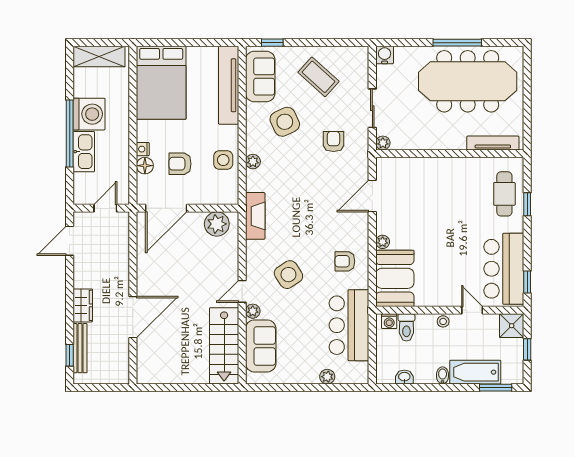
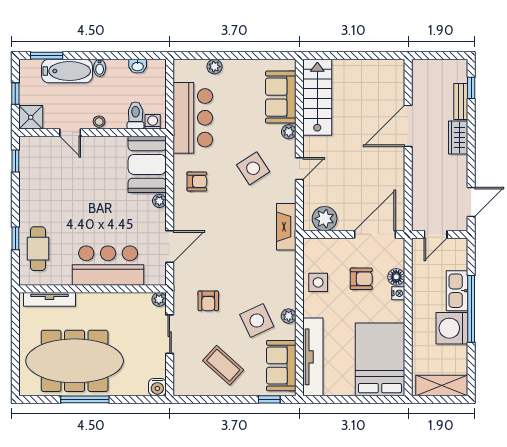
plant: (253, 162) -> (289, 316), moved
bar counter: (504, 269) -> (108, 266), moved, turned -90
door: (242, 291) -> (299, 169), moved
bench: (80, 348) -> (461, 101), width x0.73

